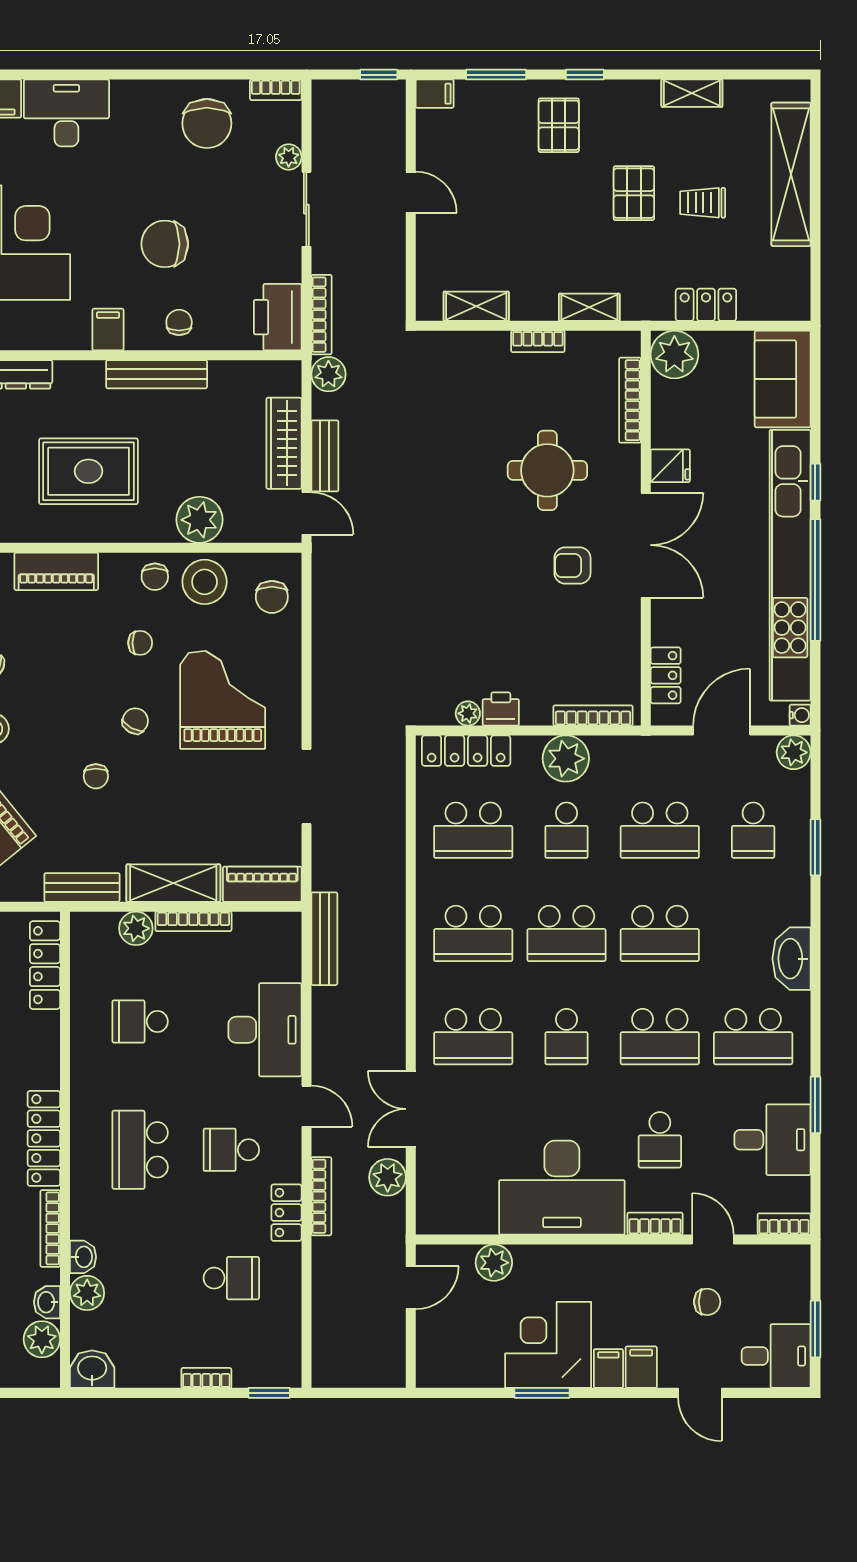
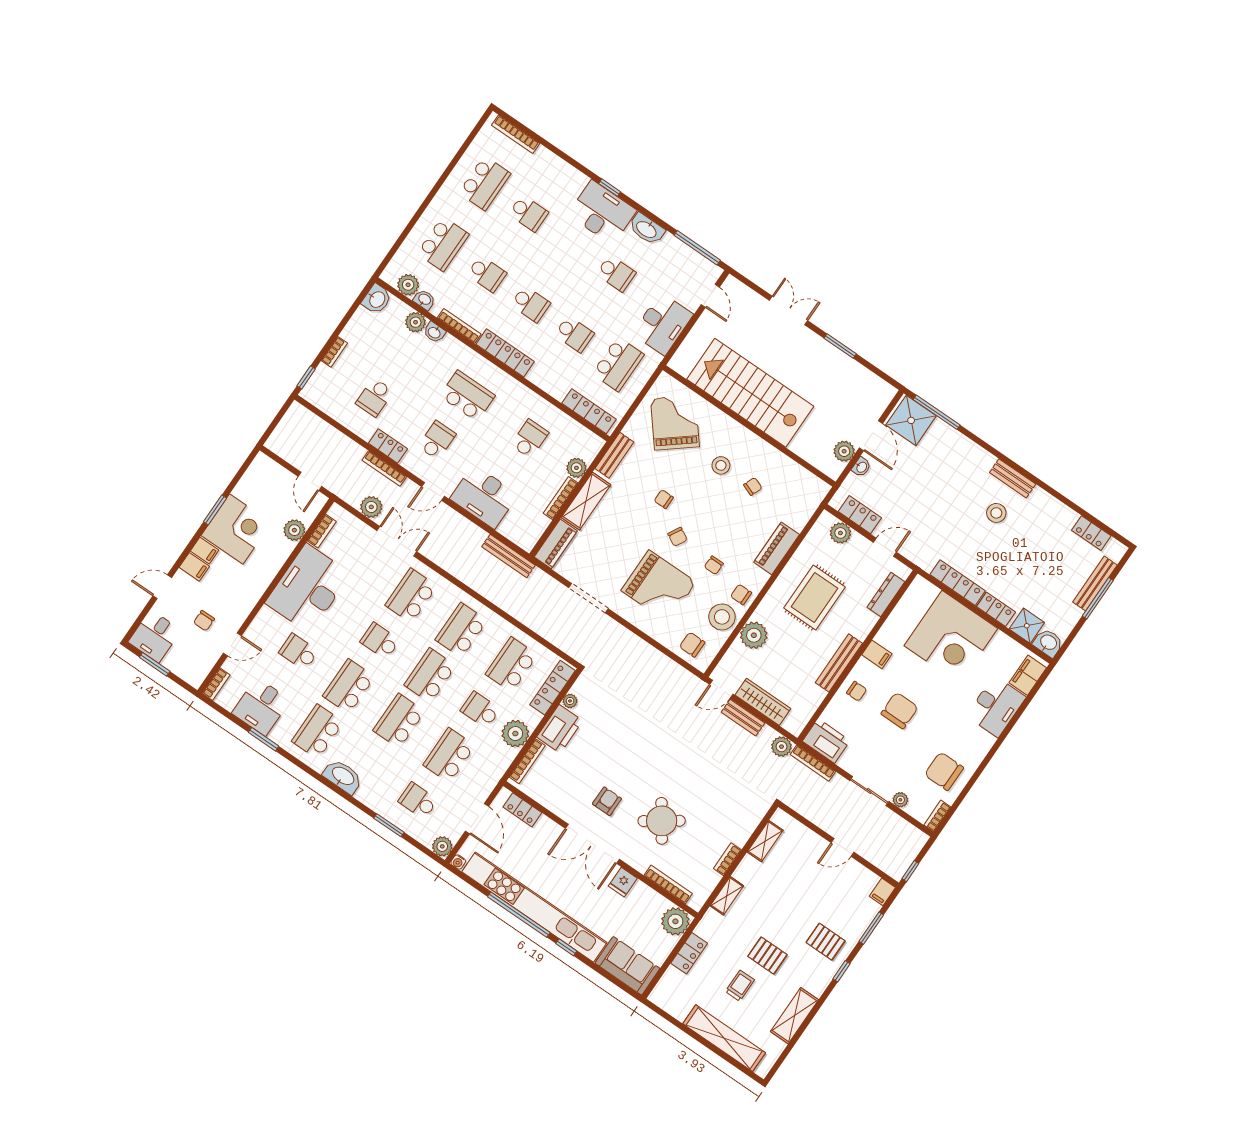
shelving: (692, 93) -> (794, 1016), width x1.50, depth x1.33
round table: (547, 470) -> (662, 821), turned -35
printer: (501, 709) -> (560, 729), width x1.87, depth x1.48
bookcase: (655, 1224) -> (322, 531), moved

